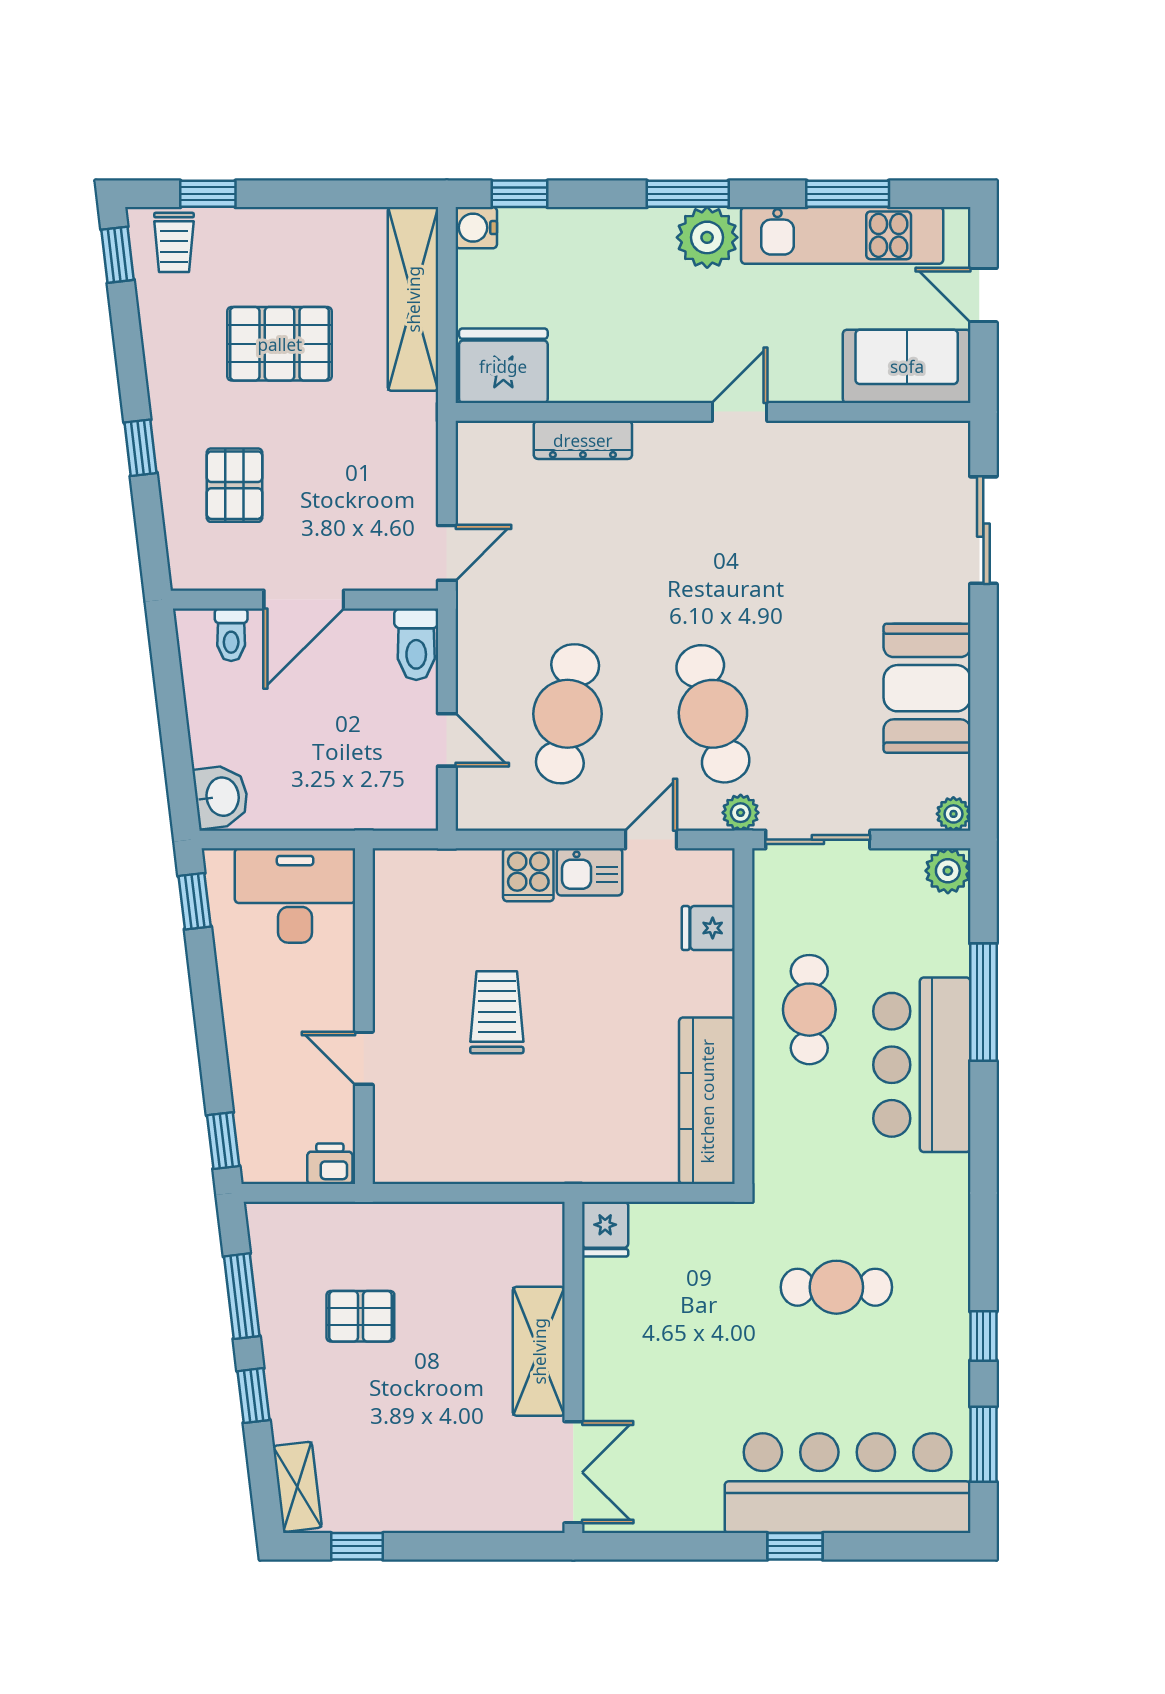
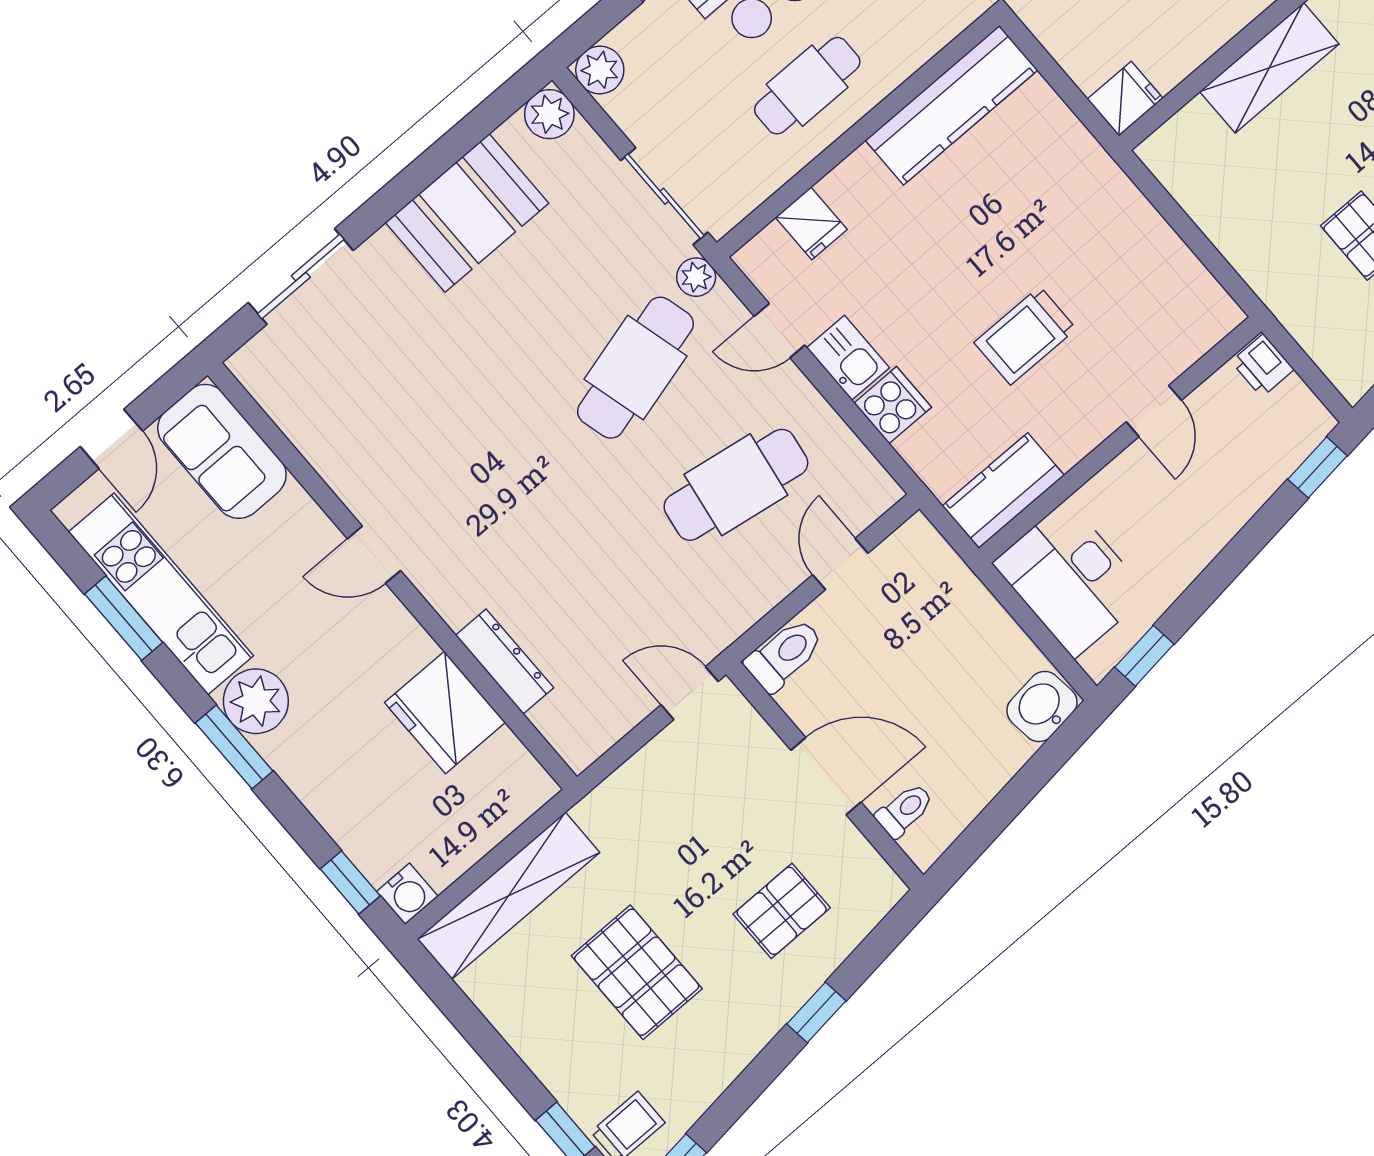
fridge: (503, 366) -> (445, 712), moved
plant: (953, 814) -> (549, 114), width x1.38, depth x1.38
kitchen counter: (399, 901) -> (1003, 491), added

